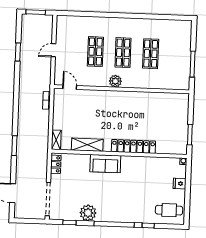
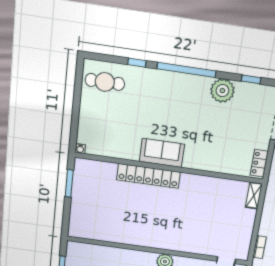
shelving: (87, 145) -> (212, 185), removed
sofa: (105, 164) -> (162, 153), moved
fridge: (180, 184) -> (87, 118), removed

